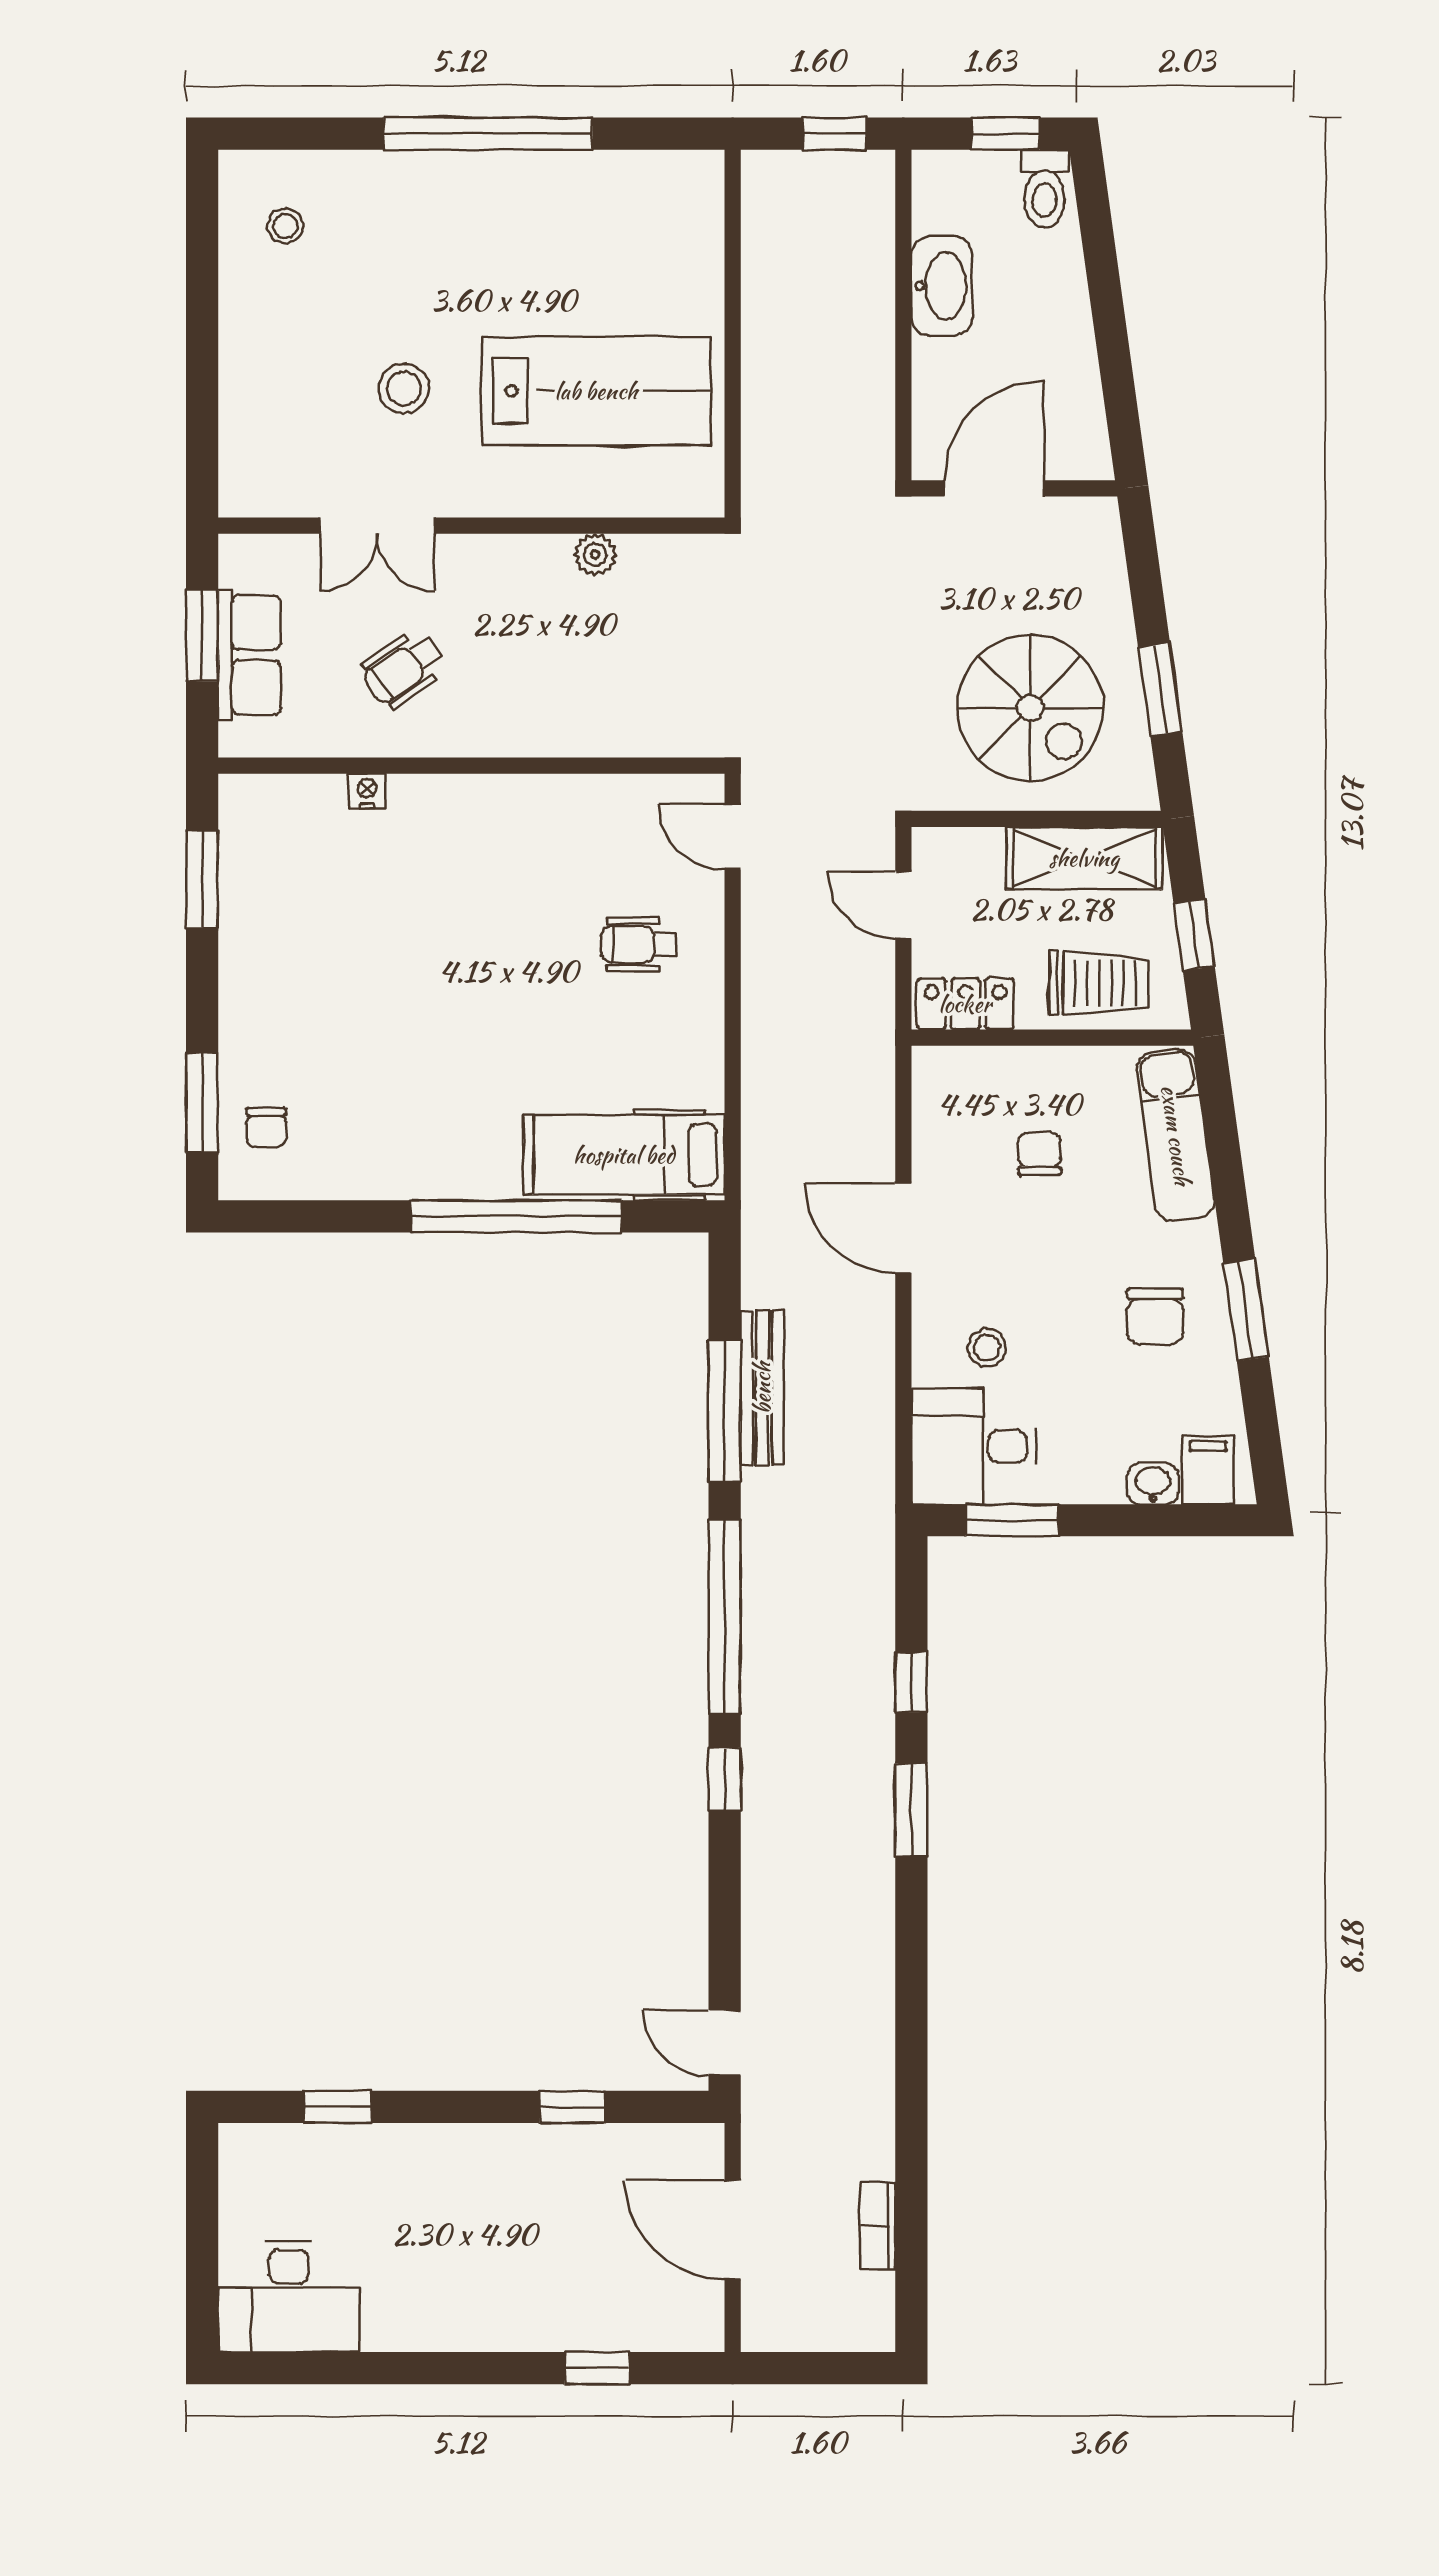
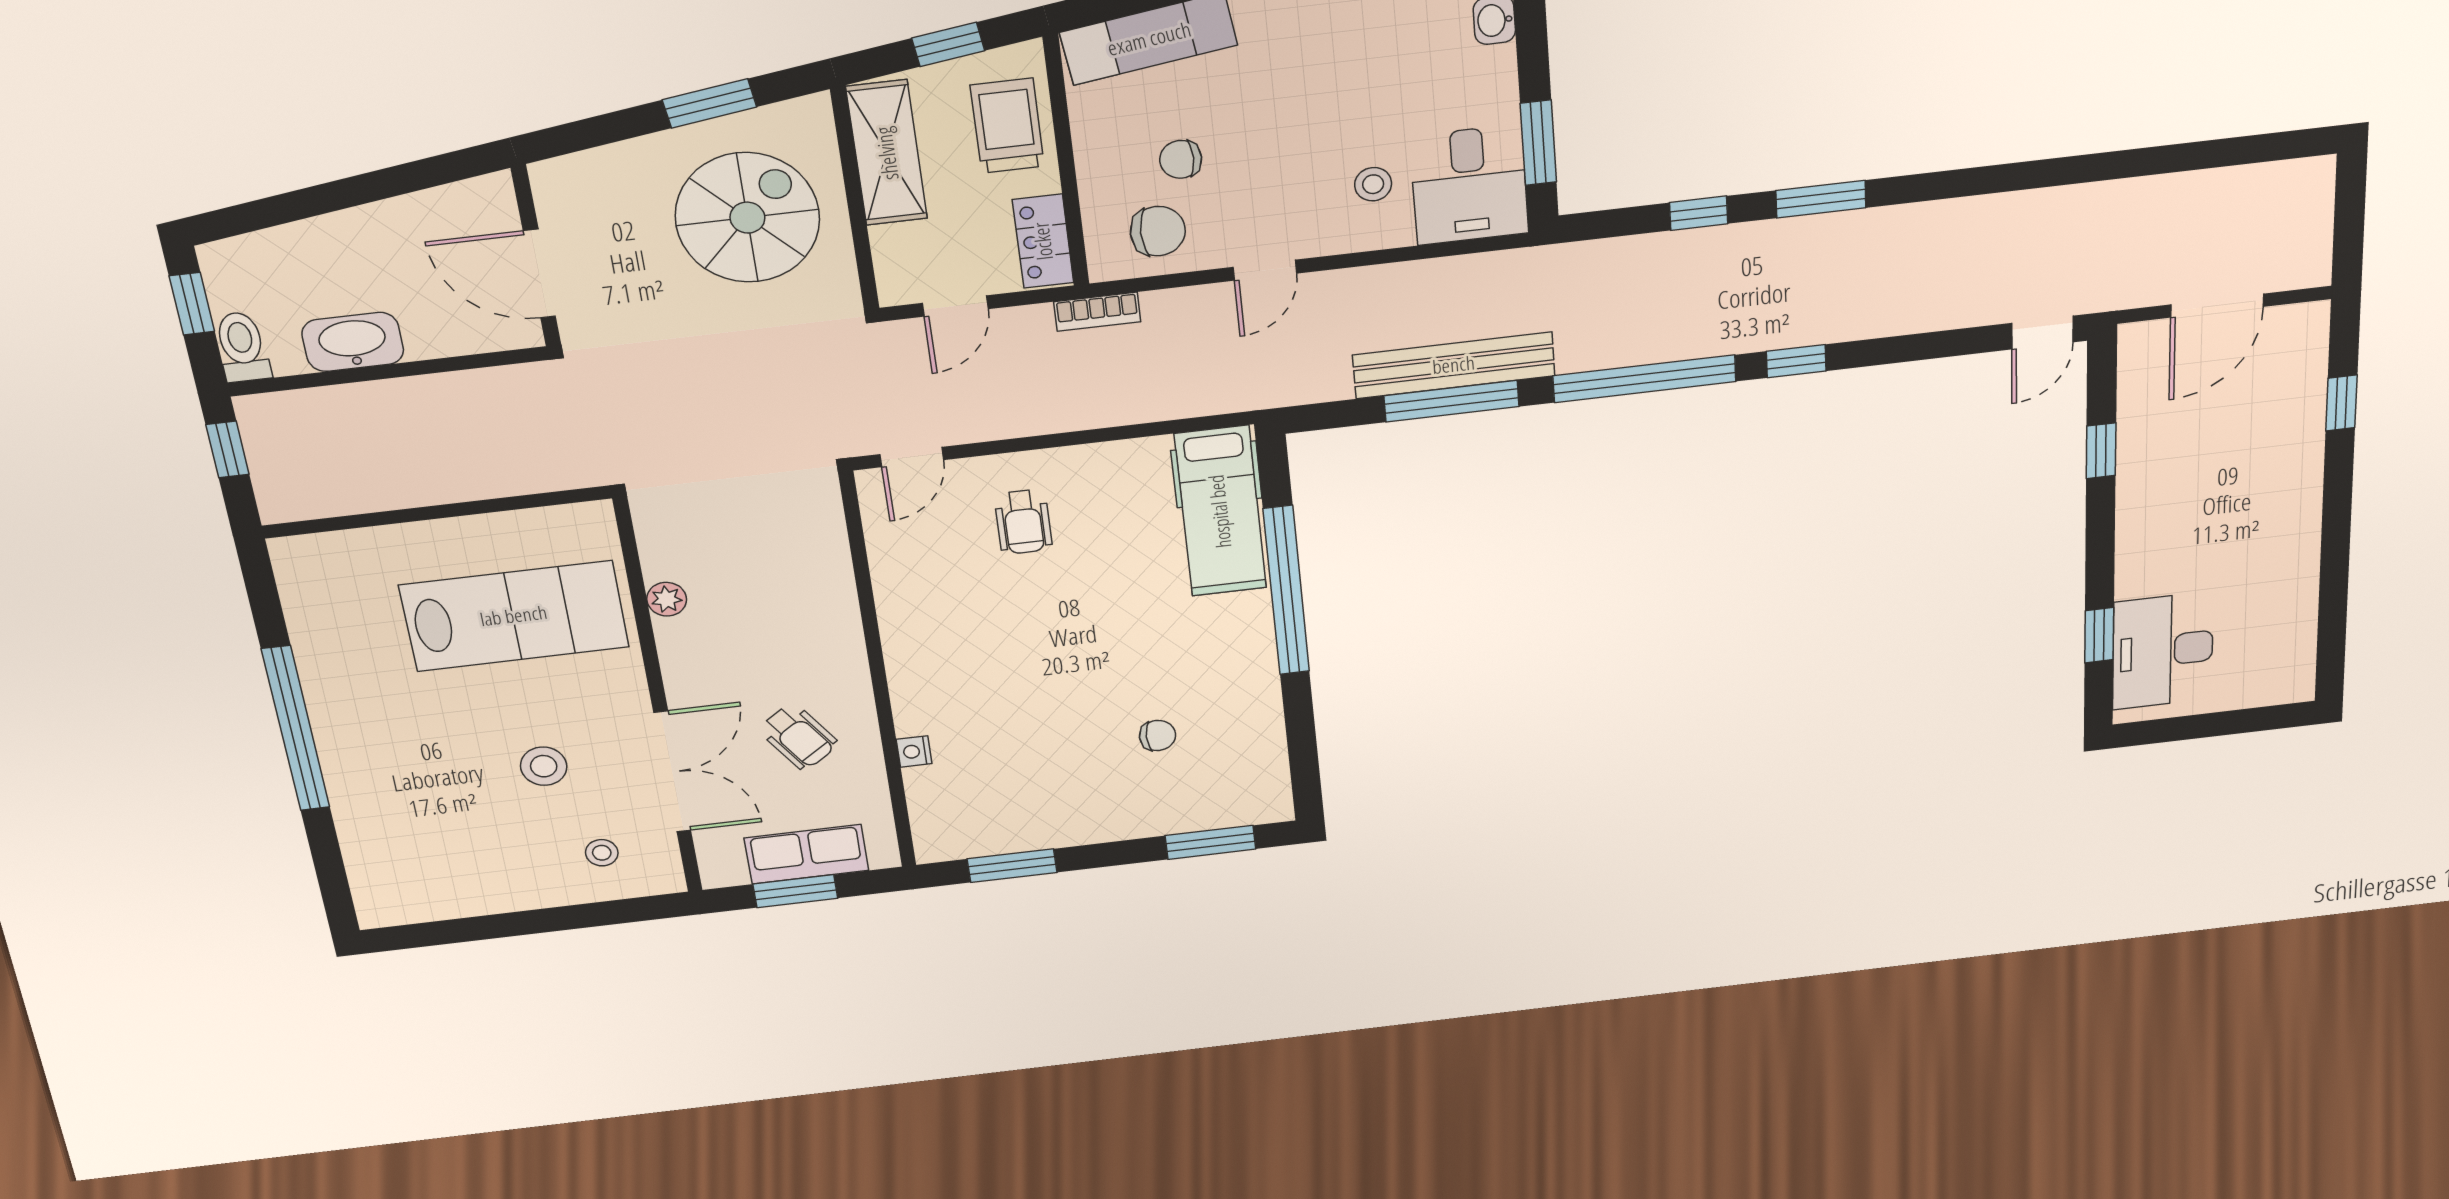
toilet: (1045, 189) -> (242, 347), moved, turned -90
stool: (285, 226) -> (602, 853), moved
lab bench: (596, 391) -> (514, 616), turned 90
double door: (377, 526) -> (672, 772), width x1.37
chair: (266, 1127) -> (1158, 736), moved
door: (903, 1228) -> (1265, 270), width x0.73
chair: (1155, 1316) -> (1158, 231), moved
bench: (762, 1388) -> (1454, 365), width x1.37, depth x1.21
bookcase: (878, 2226) -> (1097, 312), moved
desk: (289, 2297) -> (2163, 651), moved, turned 180

